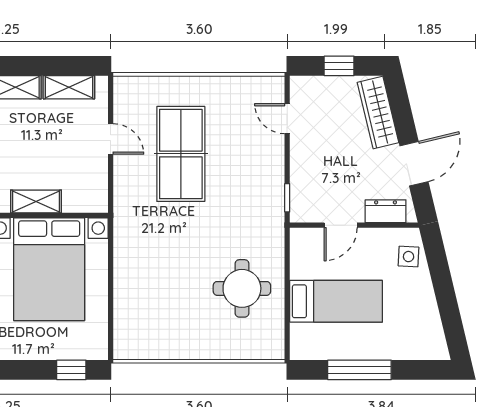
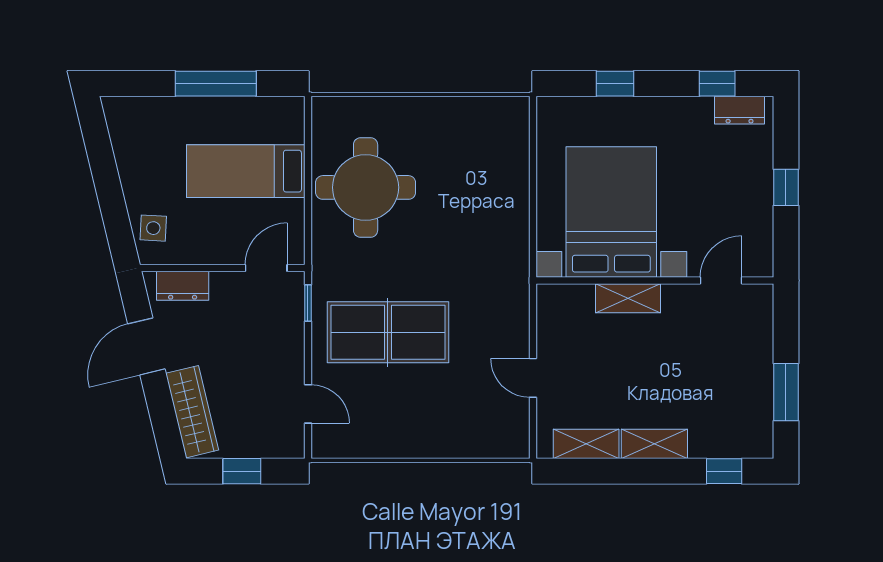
table tennis table: (181, 154) -> (388, 332), moved, turned 90
door: (341, 225) -> (266, 268), moved
round table: (242, 288) -> (366, 187), width x1.36, depth x1.36
window: (71, 370) -> (615, 84), moved

